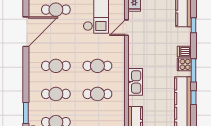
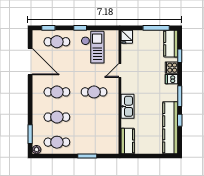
door: (127, 28) -> (120, 70), moved
door: (26, 32) -> (30, 62), hinge flipped
cooker: (184, 64) -> (171, 68), moved
cafe table: (97, 94) -> (94, 117), removed

